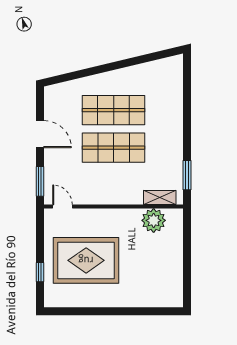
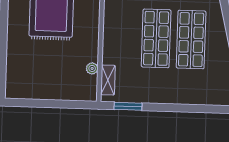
plant: (154, 220) -> (92, 68), width x0.53, depth x0.53

